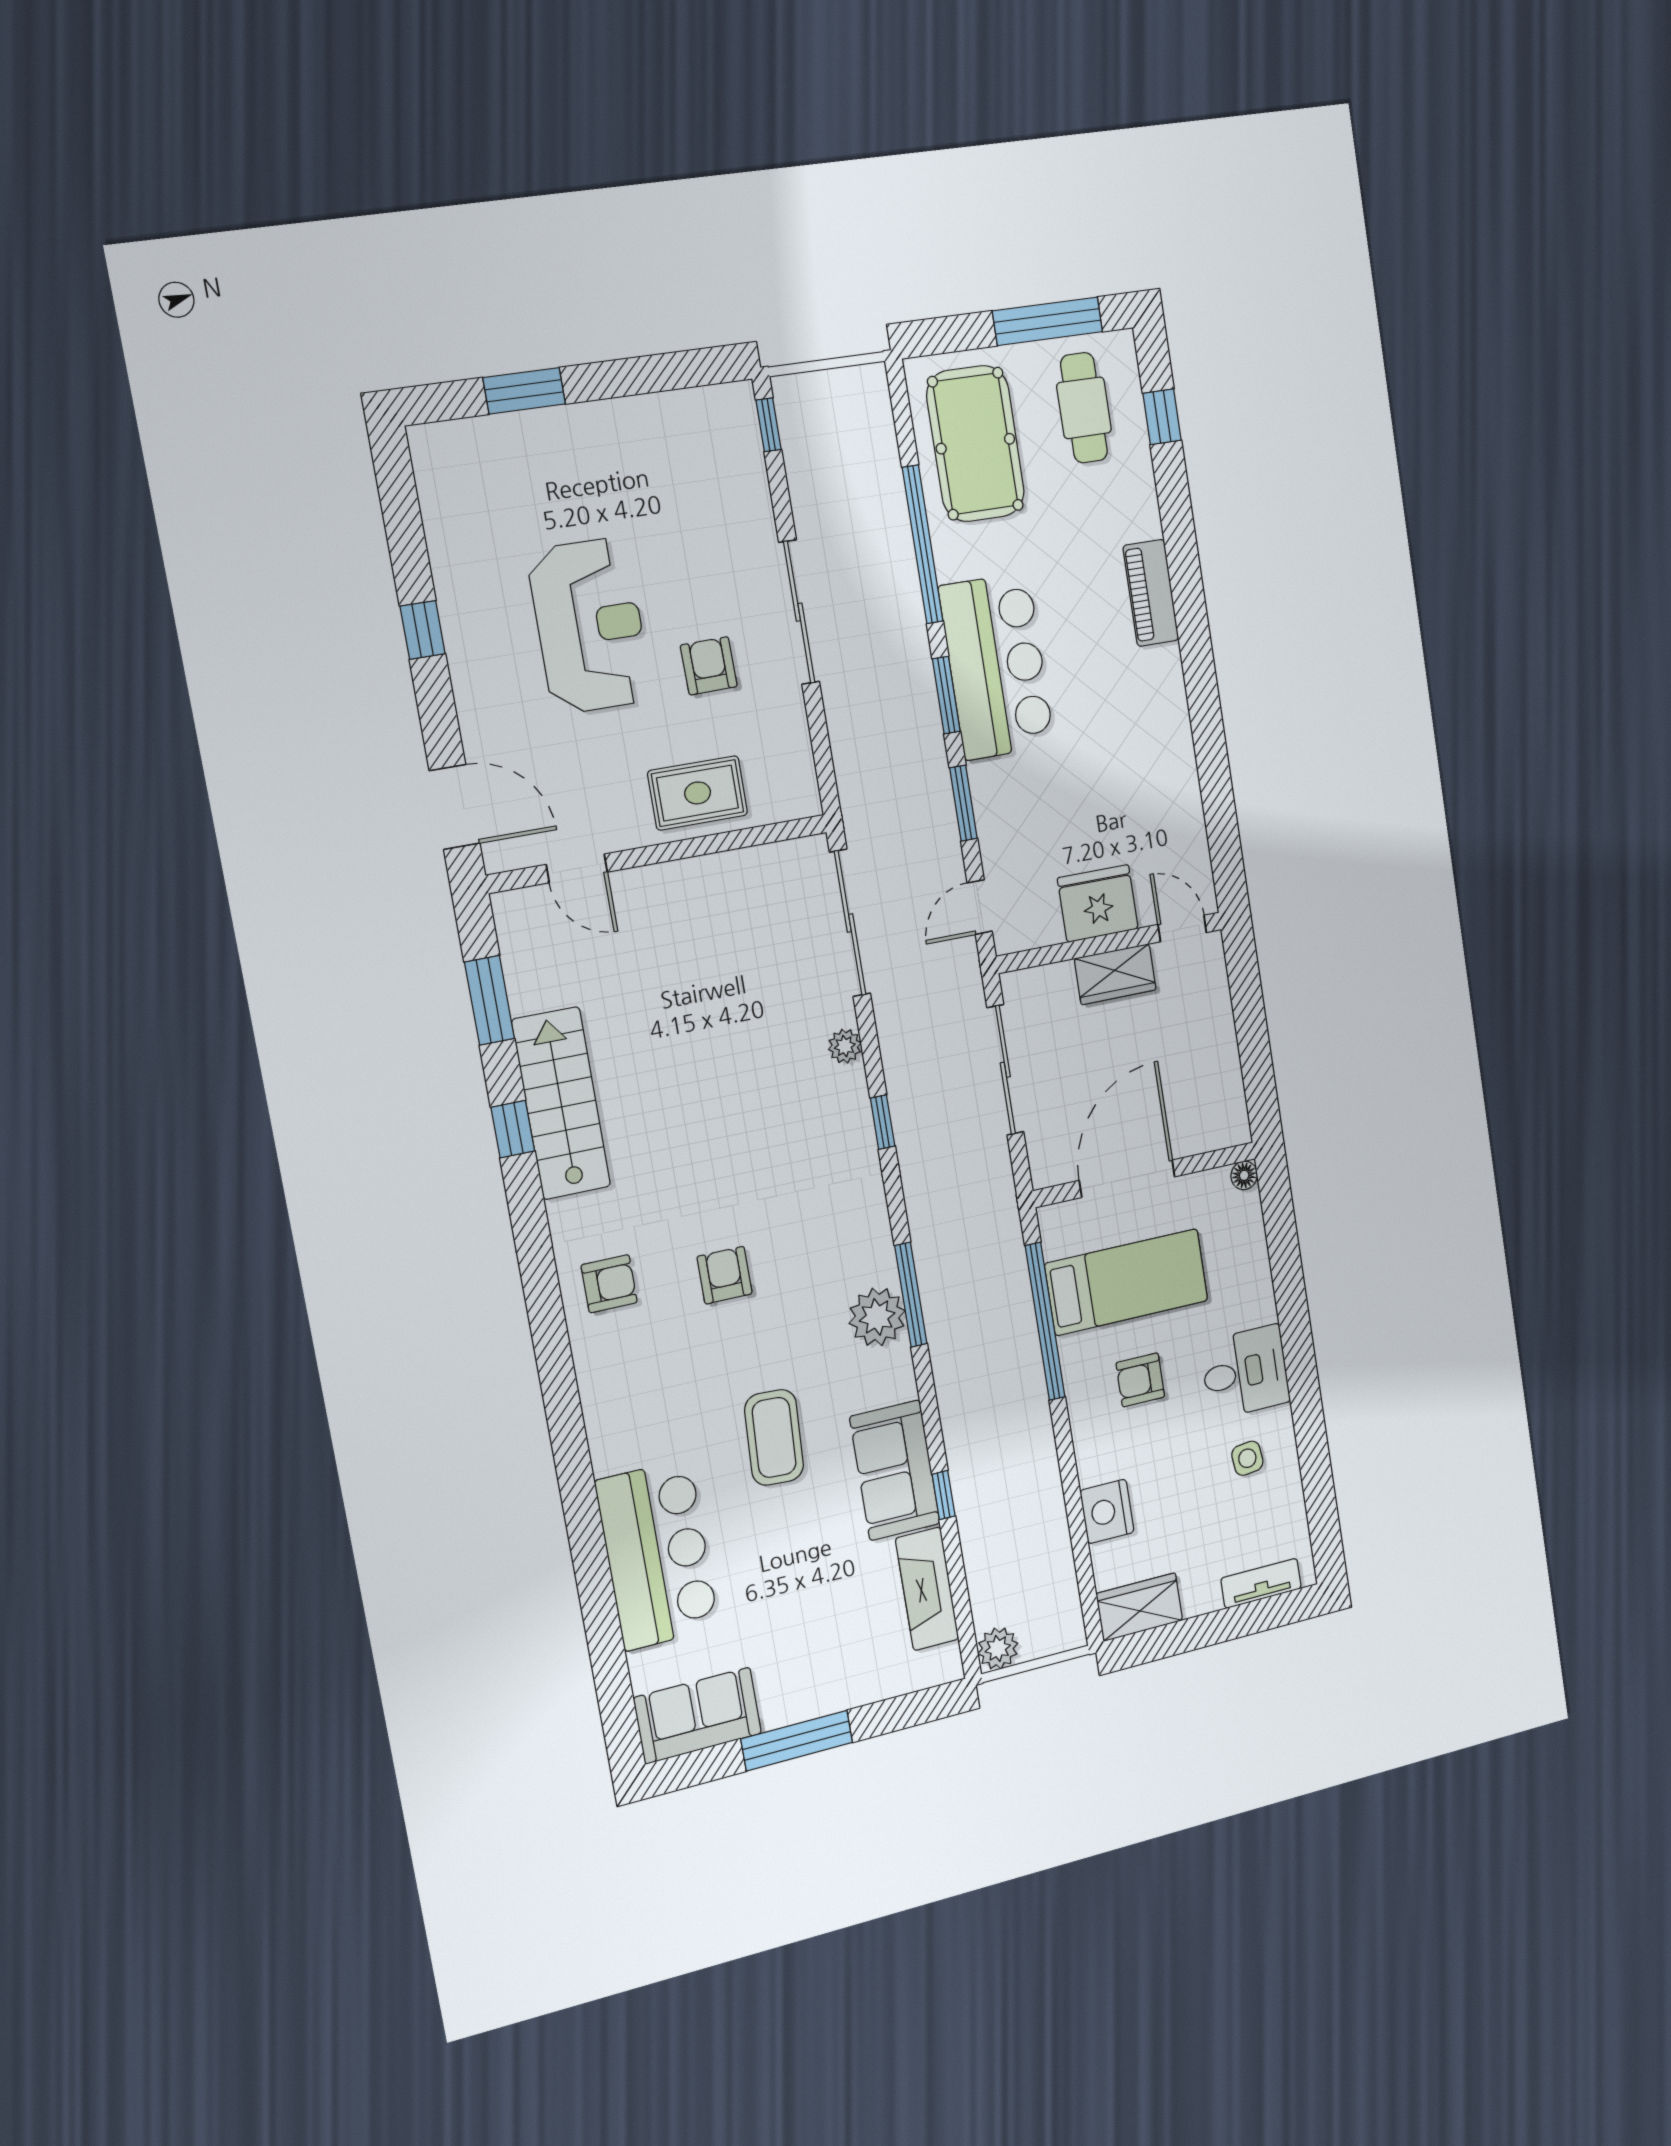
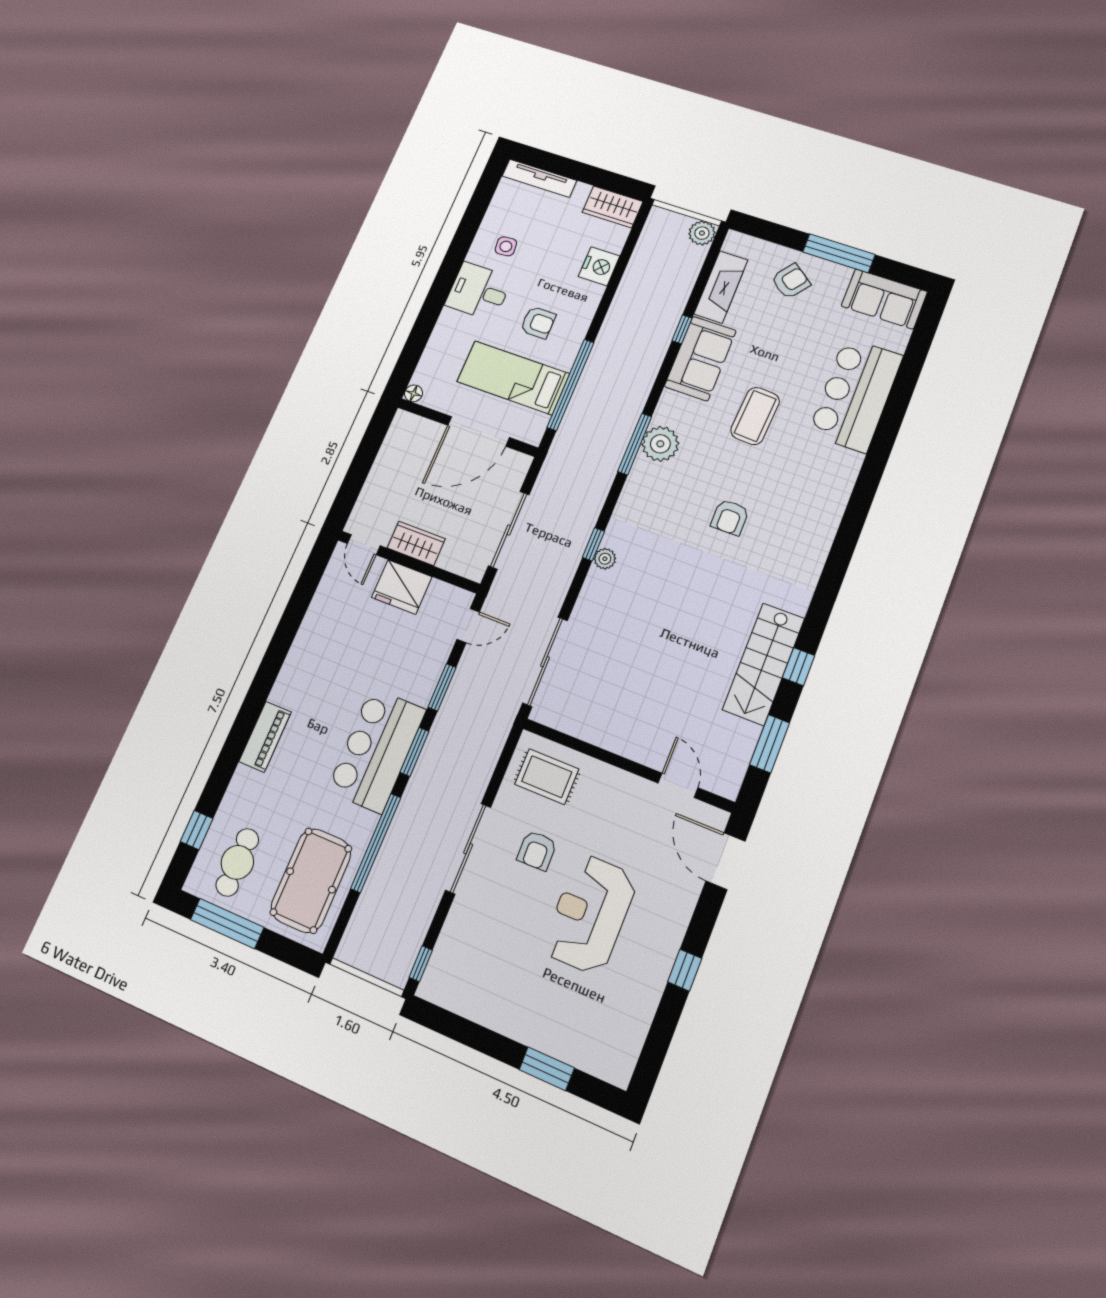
rug: (698, 793) -> (547, 777), moved
plant: (845, 1046) -> (605, 559), moved
armchair: (609, 1284) -> (791, 281), moved, turned 127
tv unit: (1261, 1583) -> (539, 178), width x1.41

